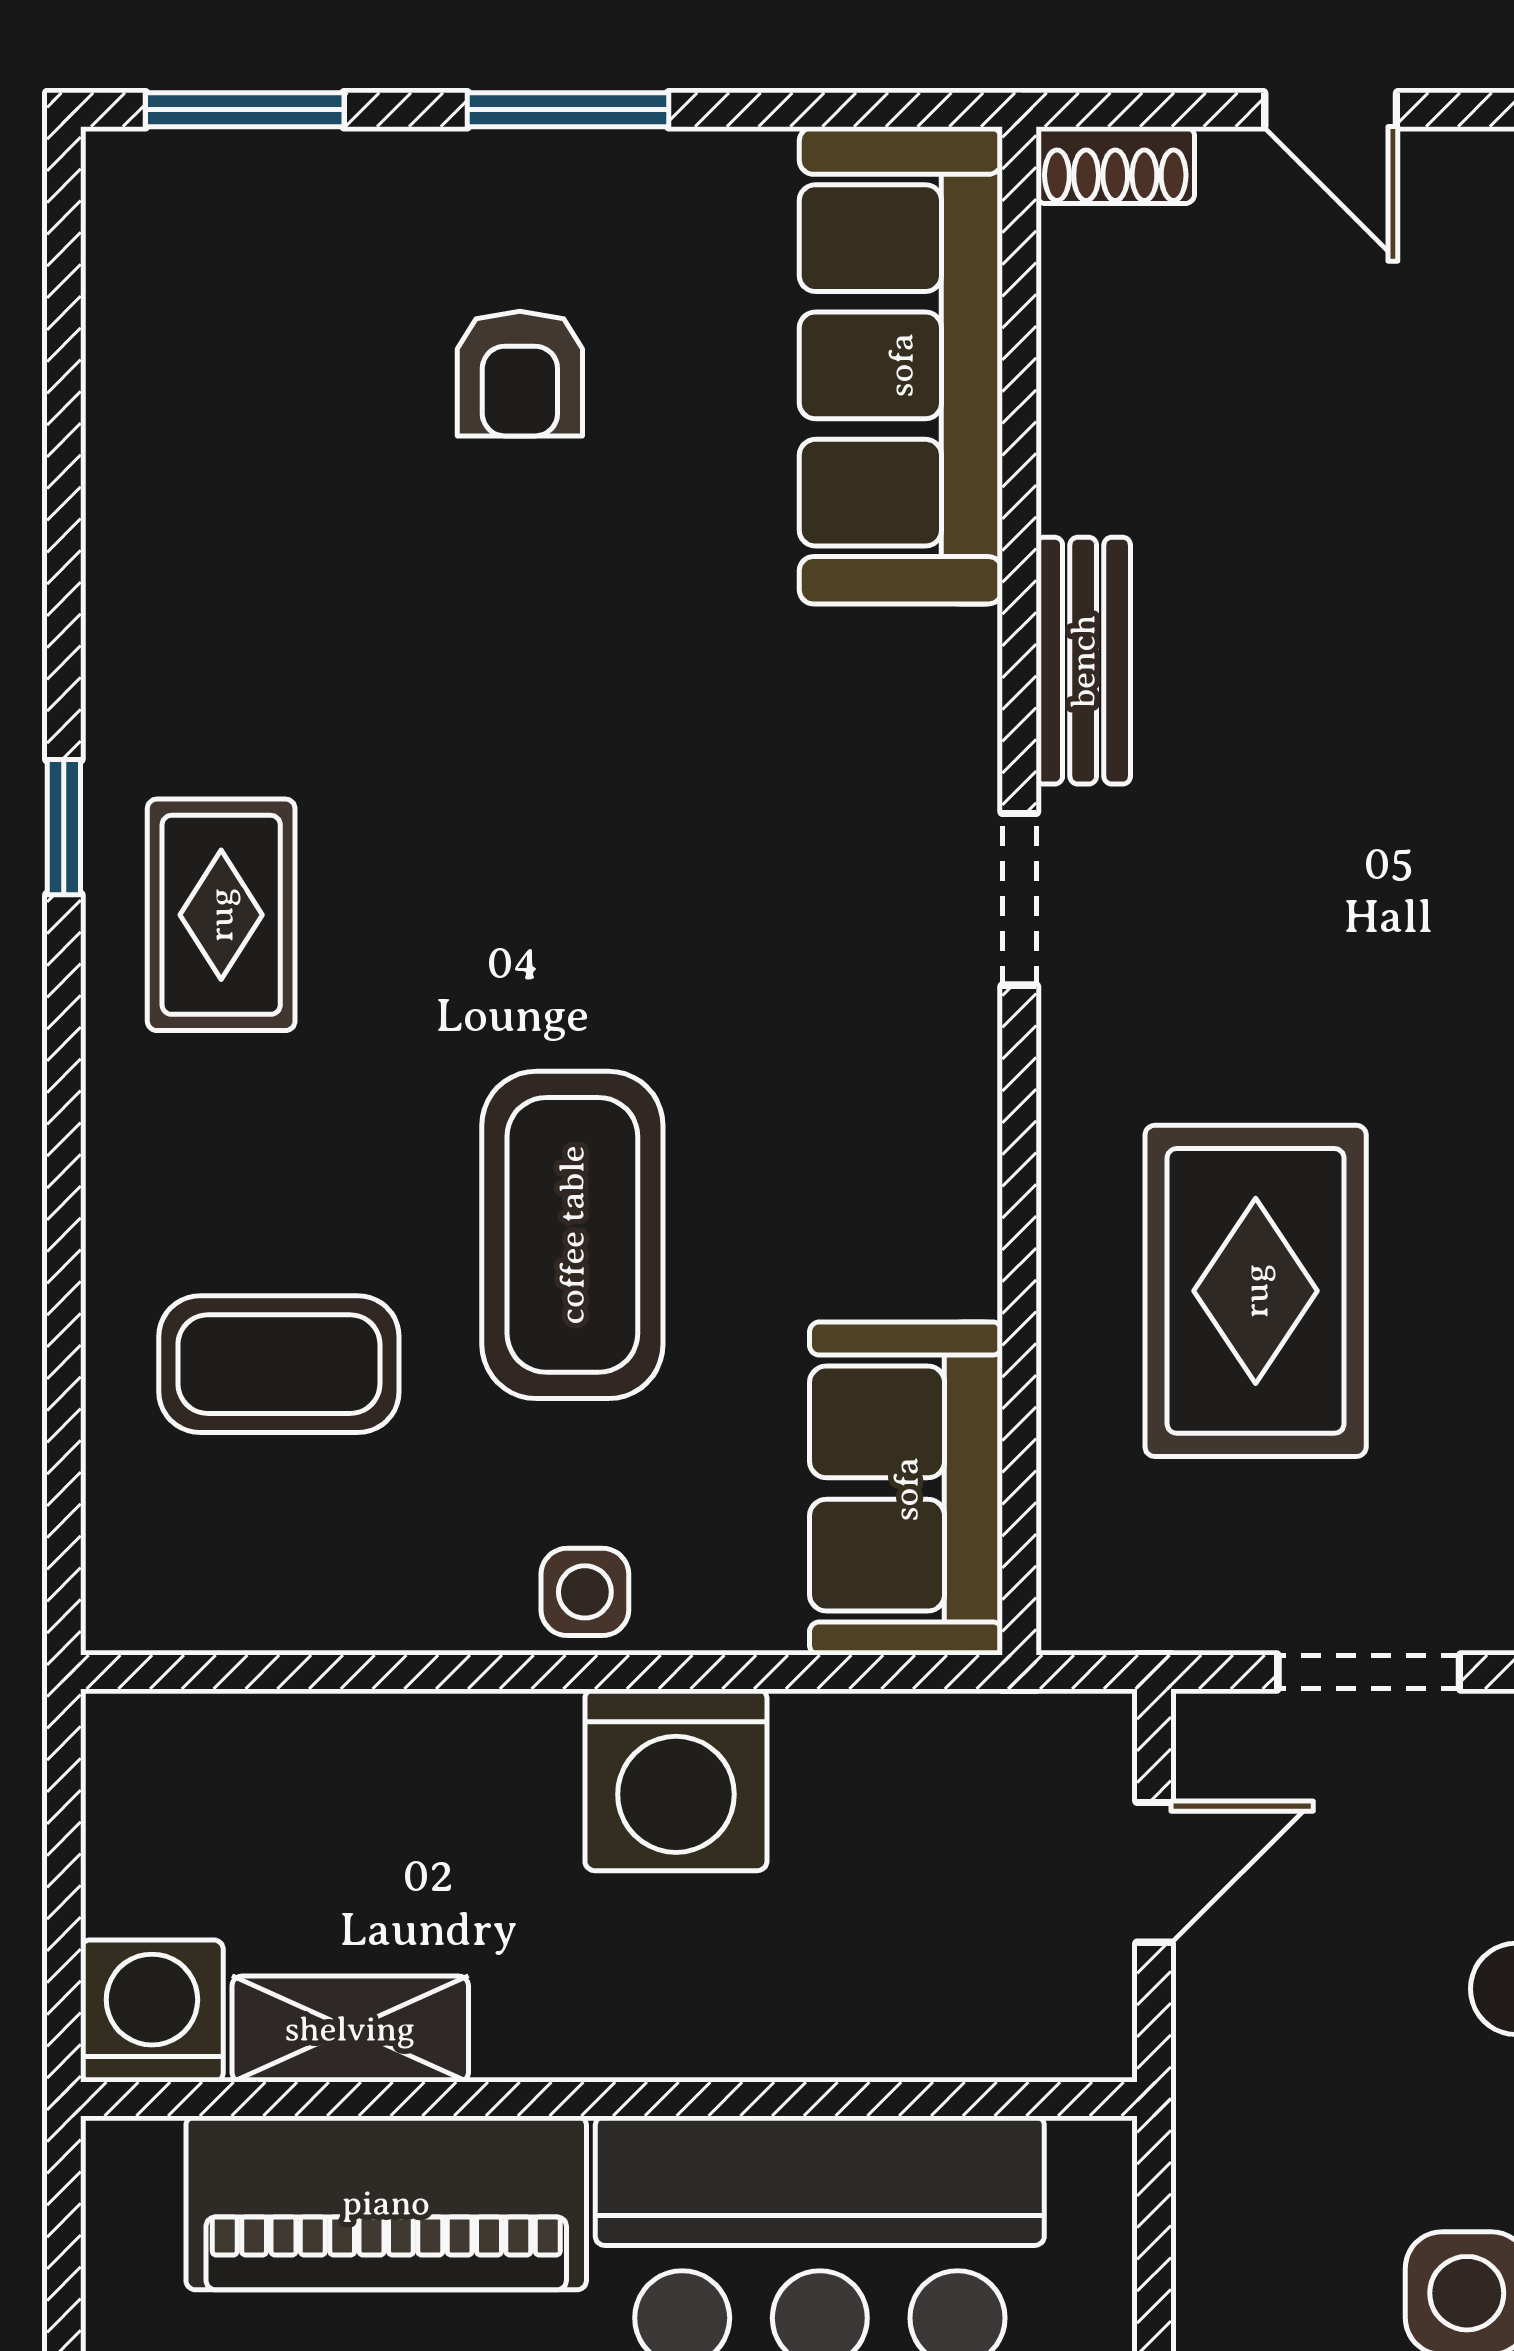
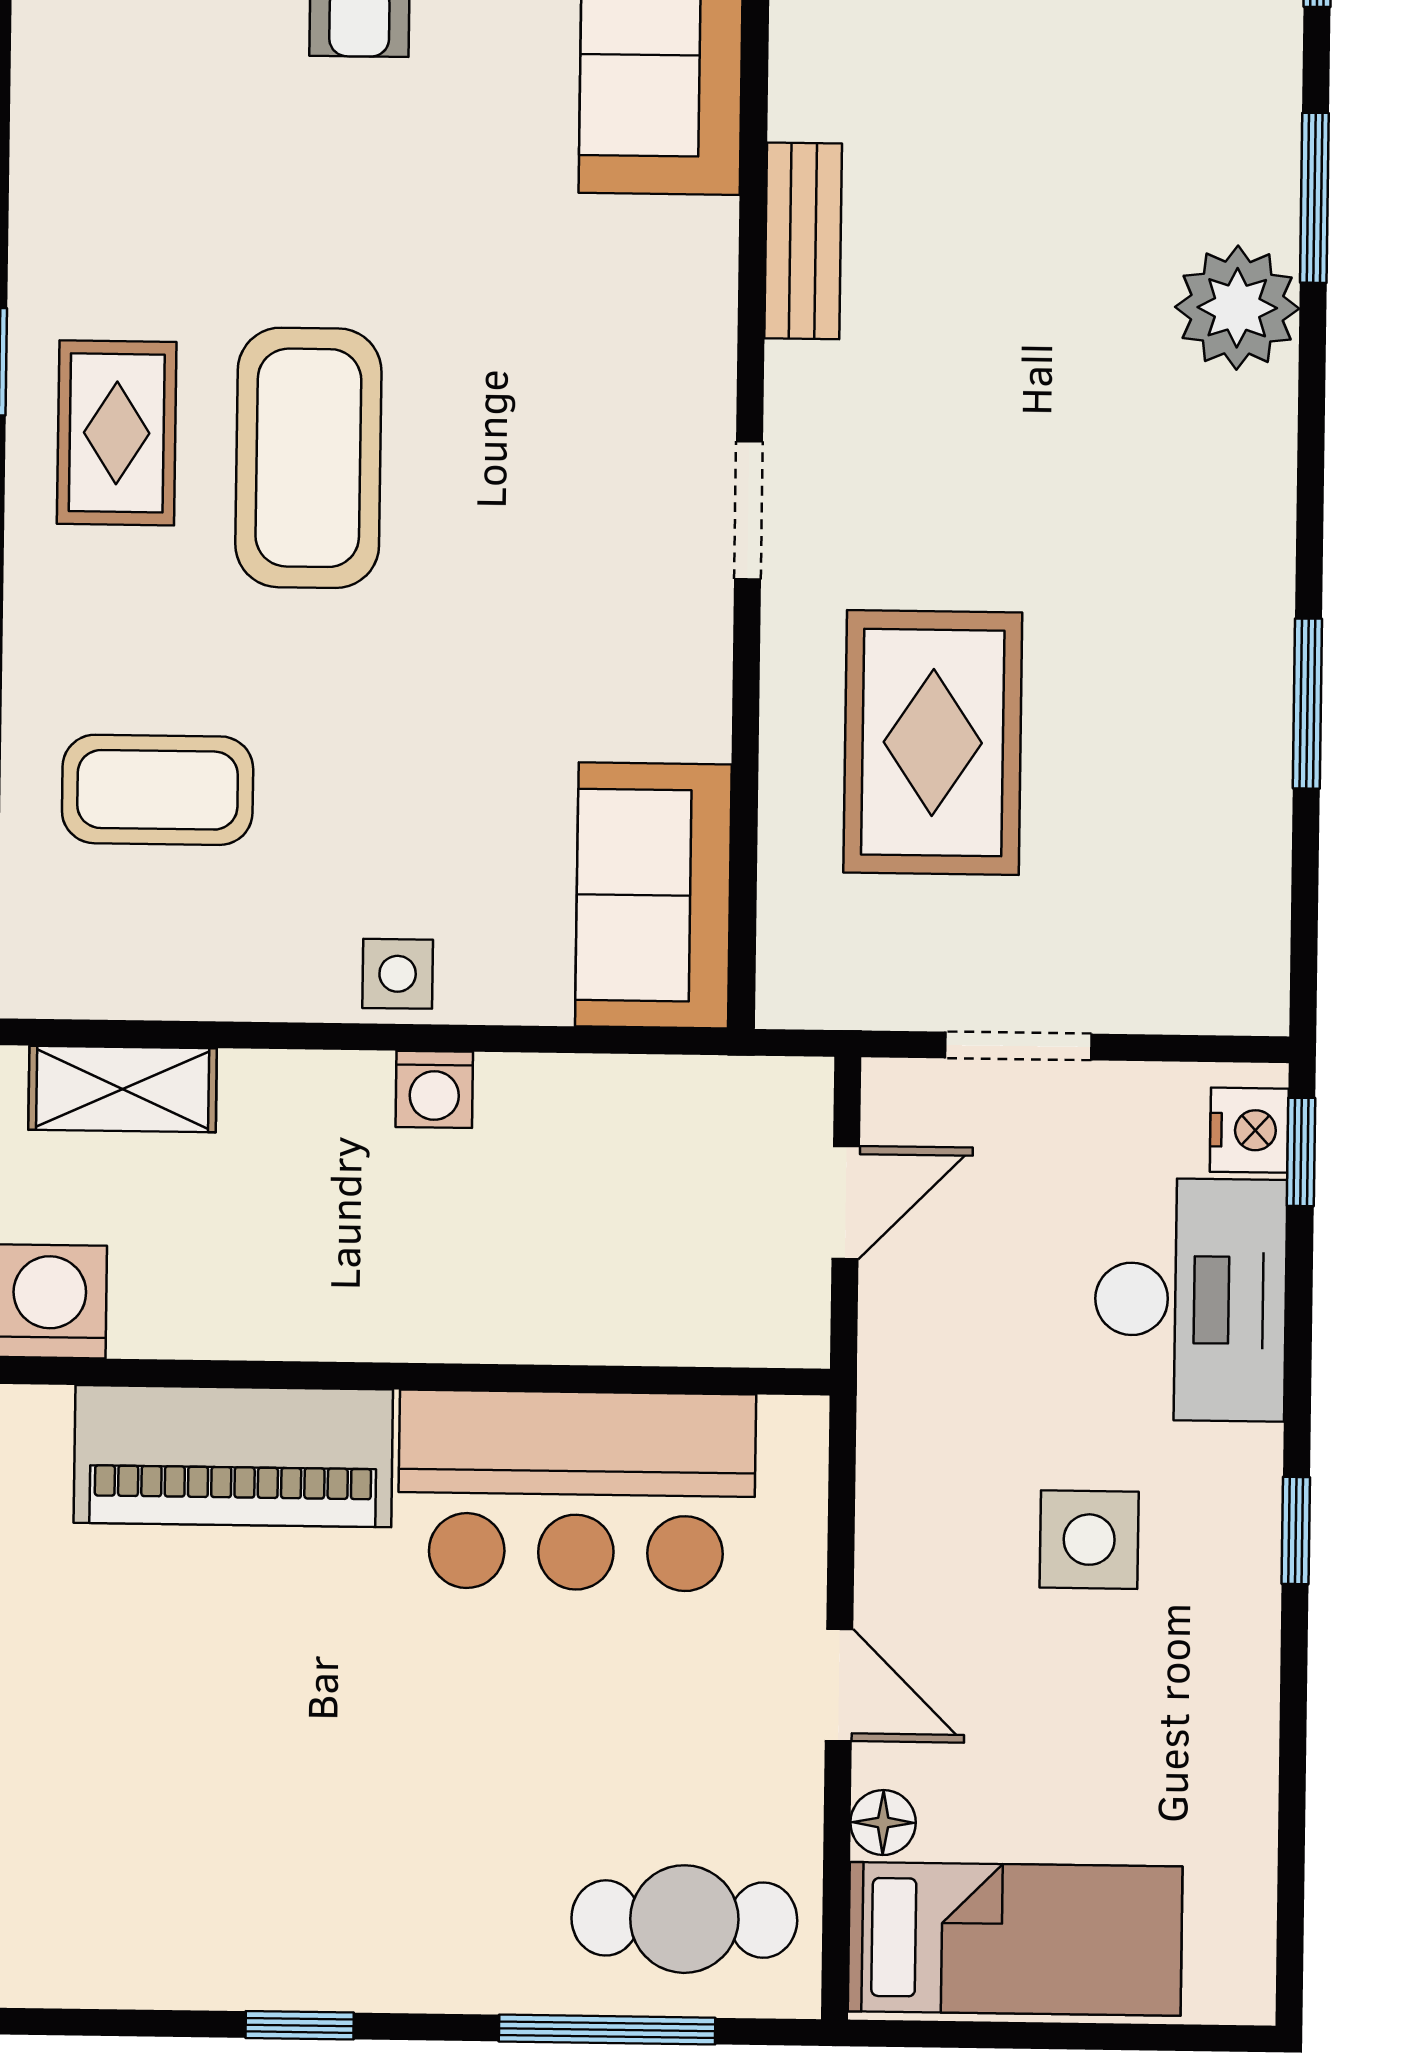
doorway: (1019, 899) -> (749, 510), moved
coffee table: (572, 1235) -> (308, 458), moved
washing machine: (676, 1780) -> (434, 1089), width x0.53, depth x0.53
shelving: (350, 2029) -> (123, 1089), moved

